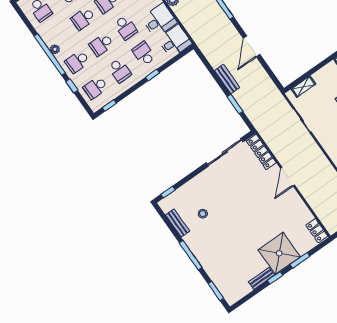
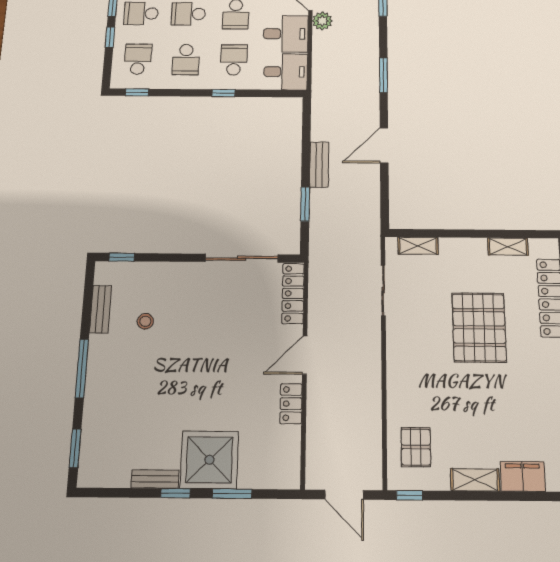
school desk: (95, 88) -> (138, 59), turned 90
locker: (317, 231) -> (291, 404), moved

